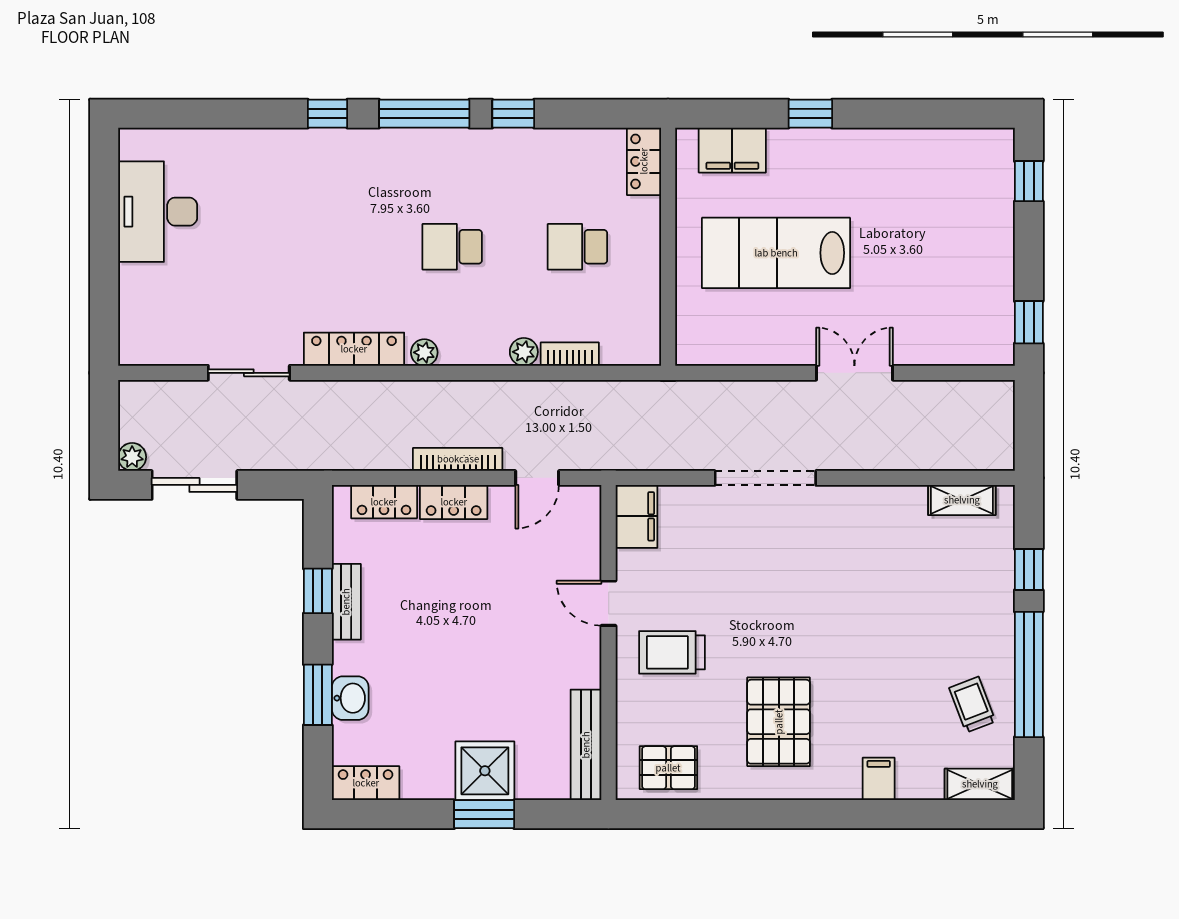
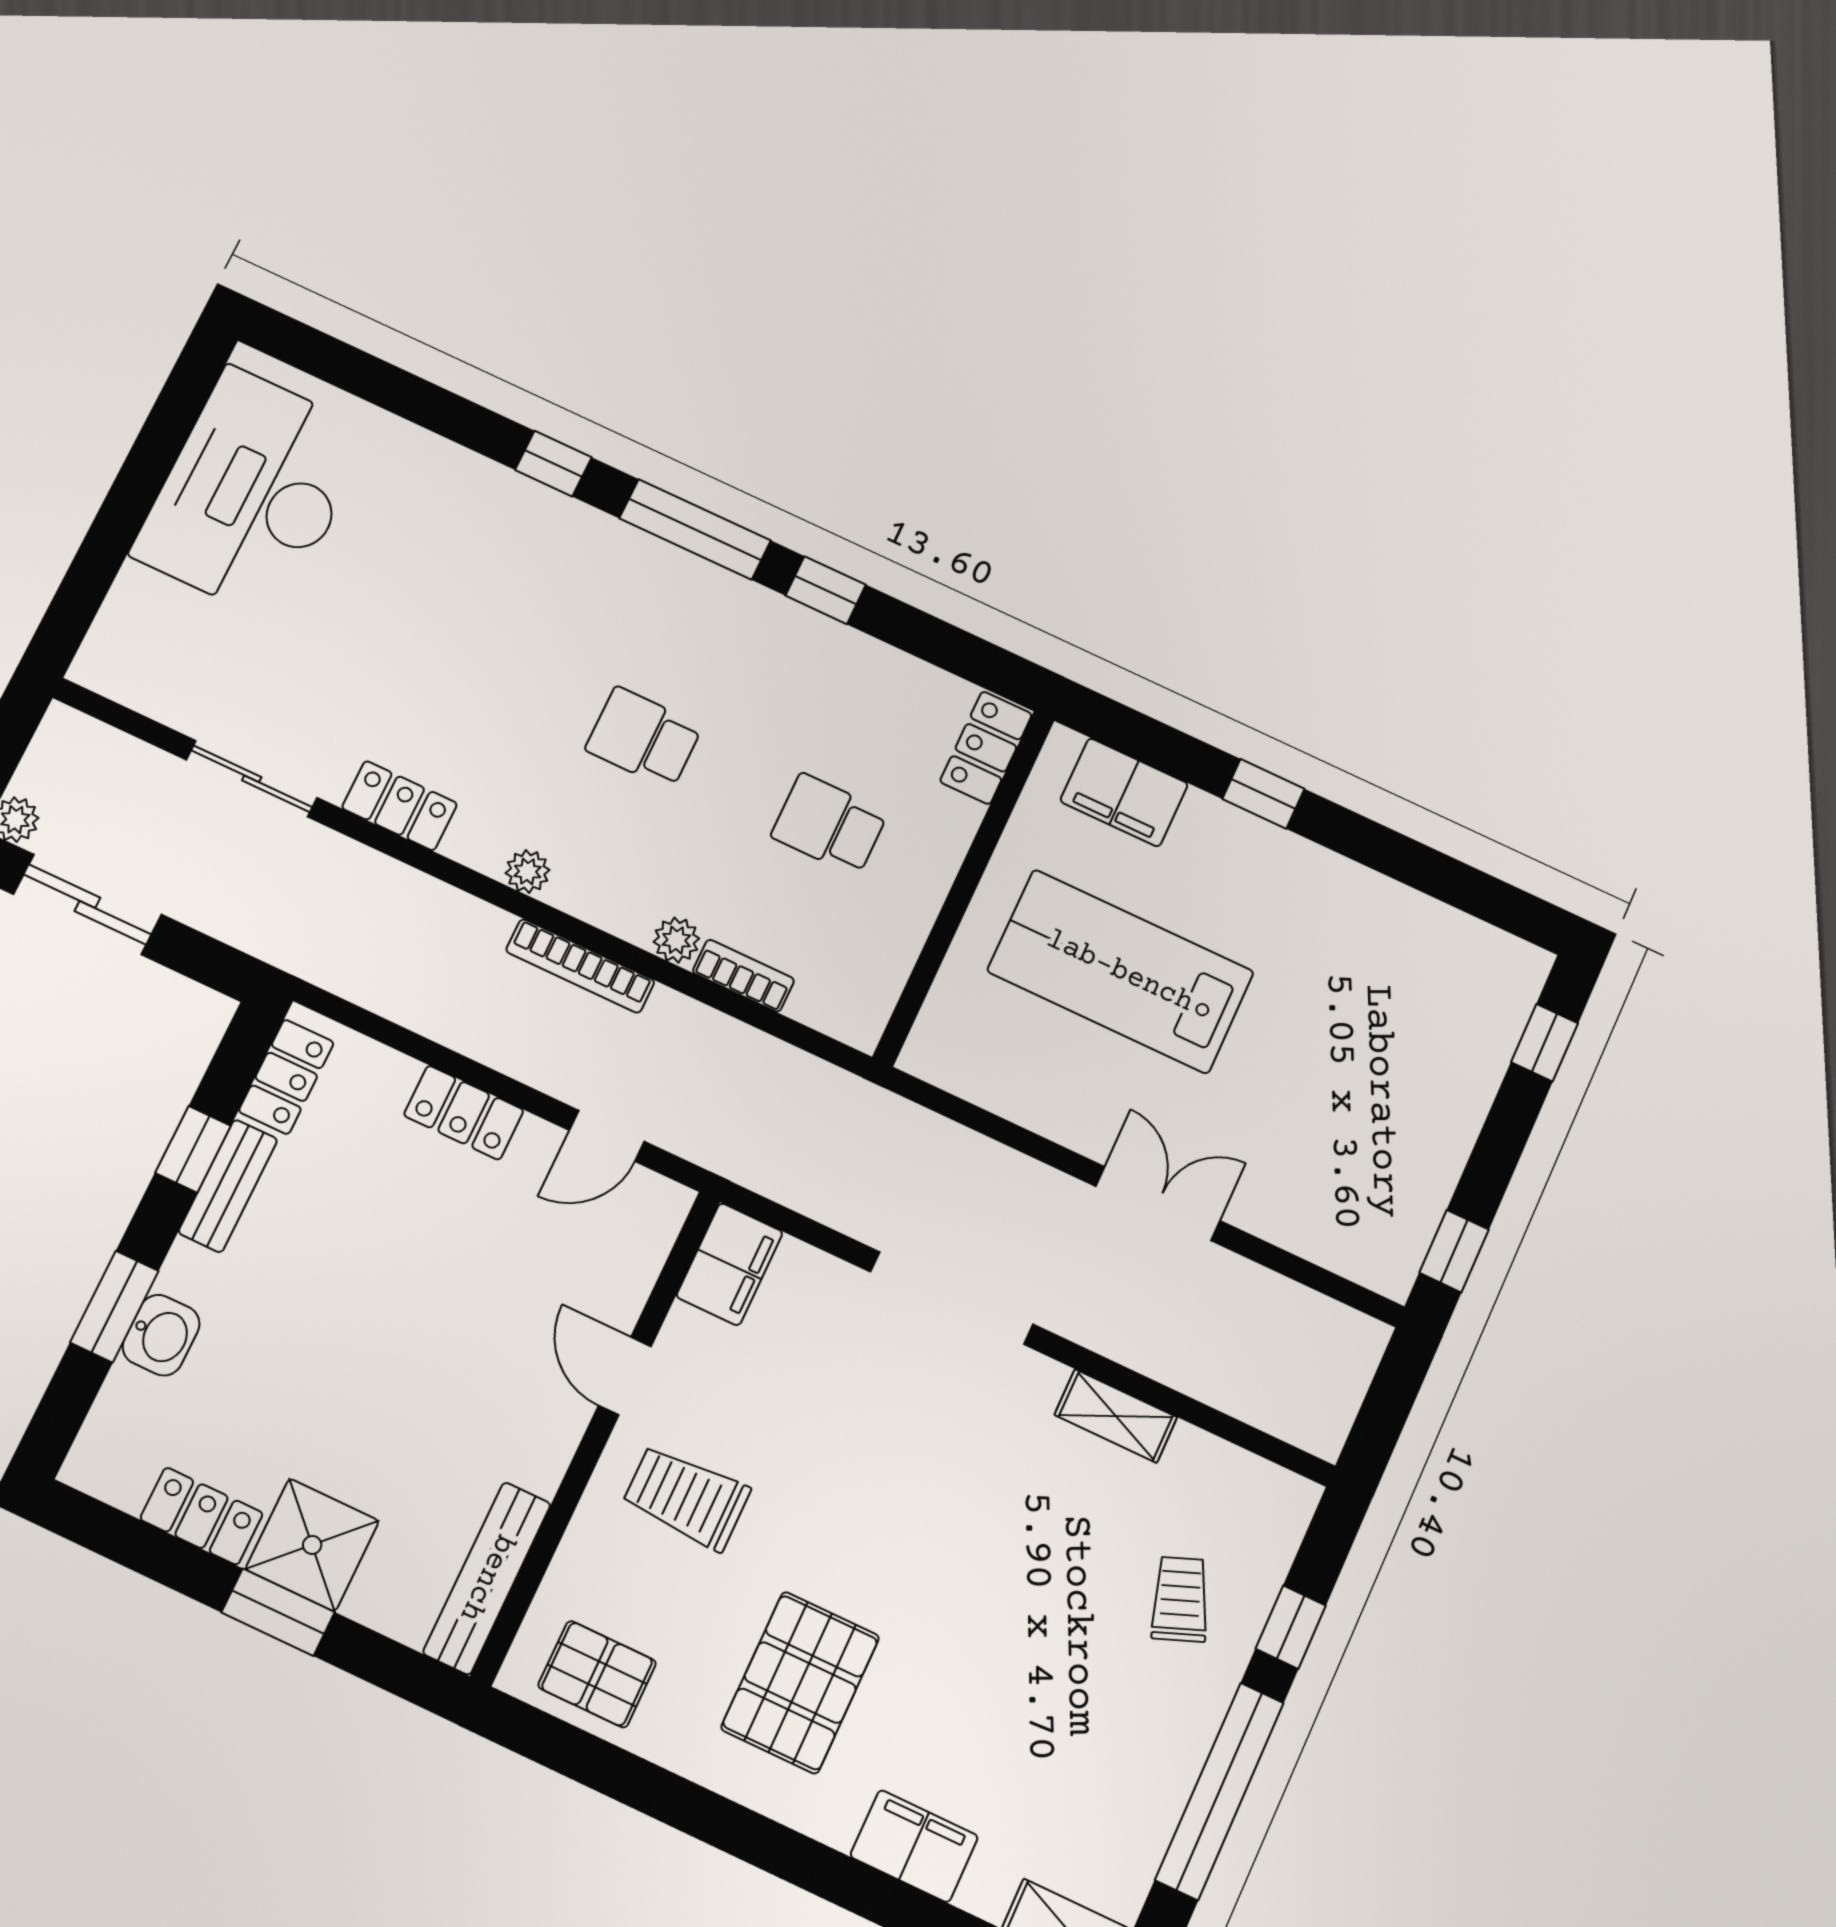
desk: (158, 212) -> (252, 493), width x1.36, depth x1.30
locker: (354, 349) -> (400, 806), width x0.66
bookcase: (458, 459) -> (580, 966), moved, turned 180
shelving: (962, 500) -> (1116, 1416), moved
locker: (384, 502) -> (286, 1077), moved, turned -90
trolley: (972, 705) -> (1180, 1599), moved
filing cabinet: (879, 779) -> (914, 1846), width x2.00
locker: (366, 783) -> (201, 1516), moved

